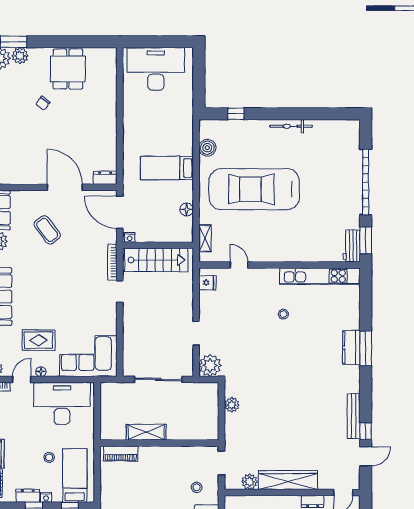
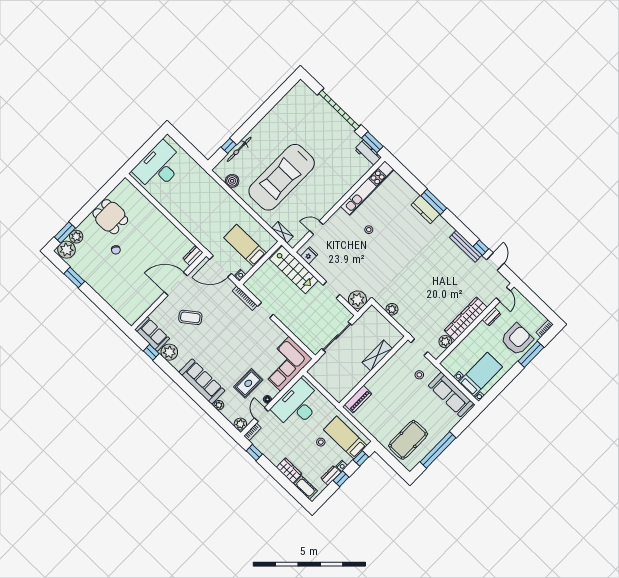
bicycle: (291, 126) -> (239, 149), moved
bed: (167, 168) -> (245, 245), moved, turned 90
floor lamp: (187, 209) -> (256, 227), removed
stairs: (156, 260) -> (294, 270), moved, turned 90
shelving: (146, 432) -> (377, 355), moved

